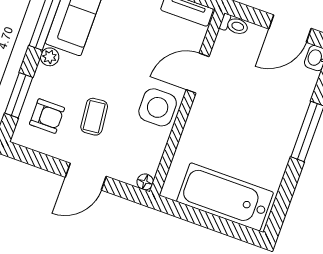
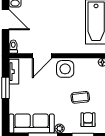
door: (198, 73) -> (42, 56), hinge flipped

